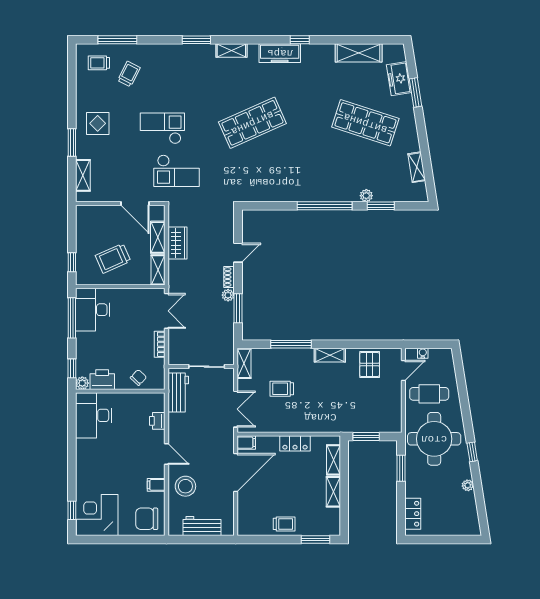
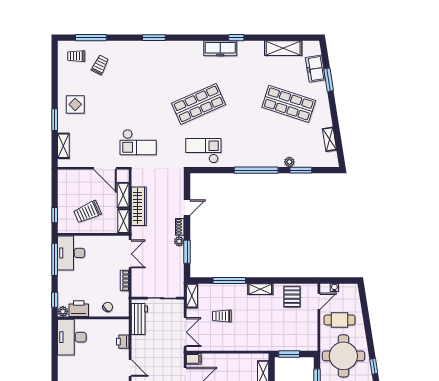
shelving: (231, 51) -> (182, 46), removed
checkout: (162, 128) -> (203, 151), moved
wardrobe: (177, 243) -> (139, 206), width x1.50
locker: (295, 443) -> (233, 359), removed

